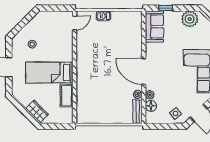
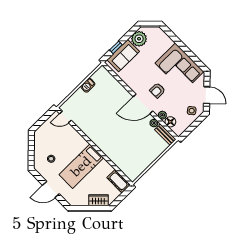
barbecue: (103, 16) -> (88, 85), moved
door: (75, 23) -> (65, 117), swing flipped
sofa: (154, 27) -> (123, 56), moved, turned 90
armchair: (165, 72) -> (157, 90), added
cot: (67, 96) -> (118, 181), moved

